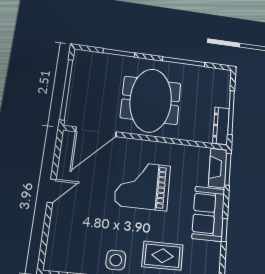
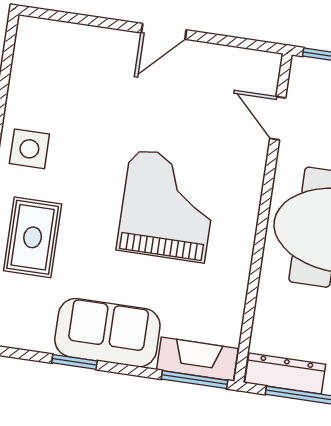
door: (96, 132) -> (278, 118), width x0.53
door: (52, 191) -> (164, 31), hinge flipped

